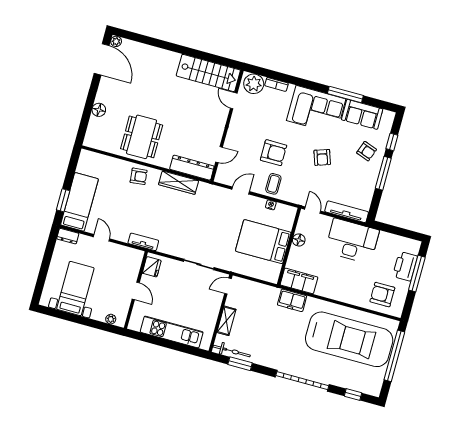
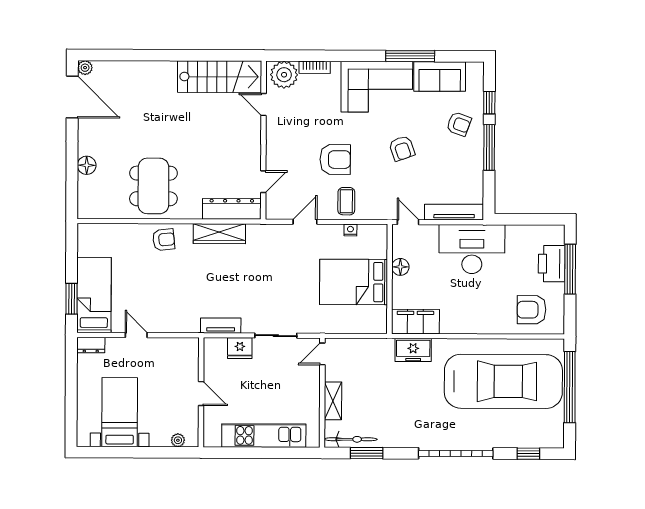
tv unit: (143, 242) -> (221, 326), moved
fridge: (152, 267) -> (240, 348), moved, turned 90

